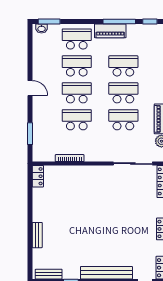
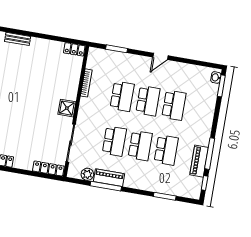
piano: (110, 31) -> (199, 161), moved
school desk: (77, 39) -> (200, 110), removed
shower: (98, 173) -> (67, 108), added

